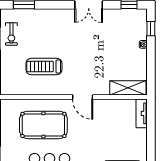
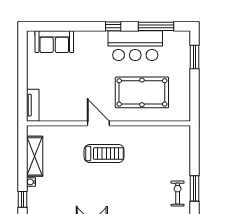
treadmill: (44, 67) -> (104, 154), moved
shelving: (128, 88) -> (35, 156), moved, turned 90

